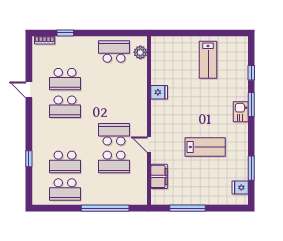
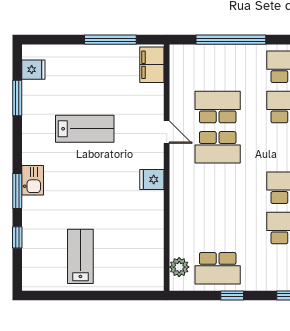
window: (104, 33) -> (232, 295), added
fridge: (159, 92) -> (152, 179), moved
lab bench: (205, 147) -> (85, 129), turned 180
filing cabinet: (159, 176) -> (152, 65), moved

